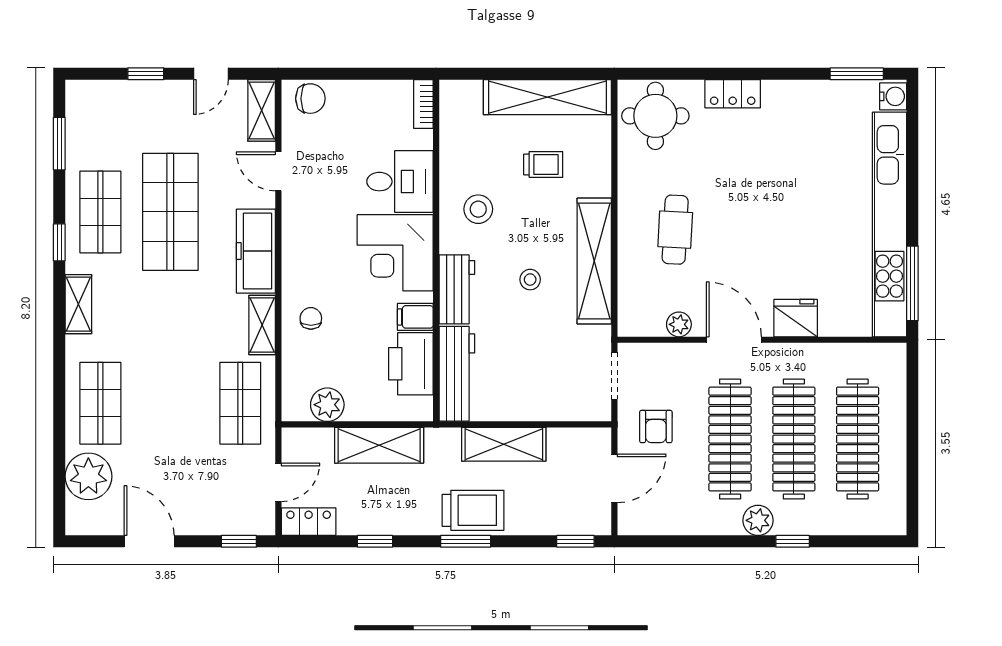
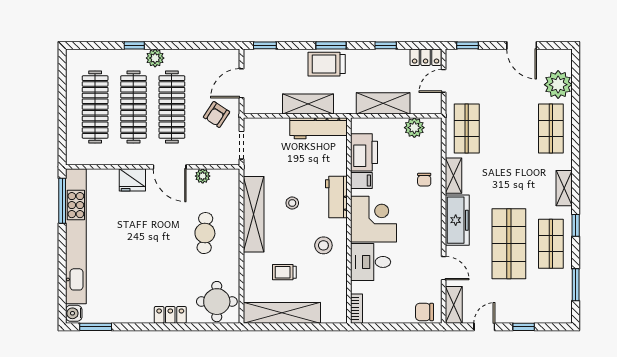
workbench: (457, 374) -> (318, 128), moved, turned -90
armchair: (656, 427) -> (217, 115), turned -147

